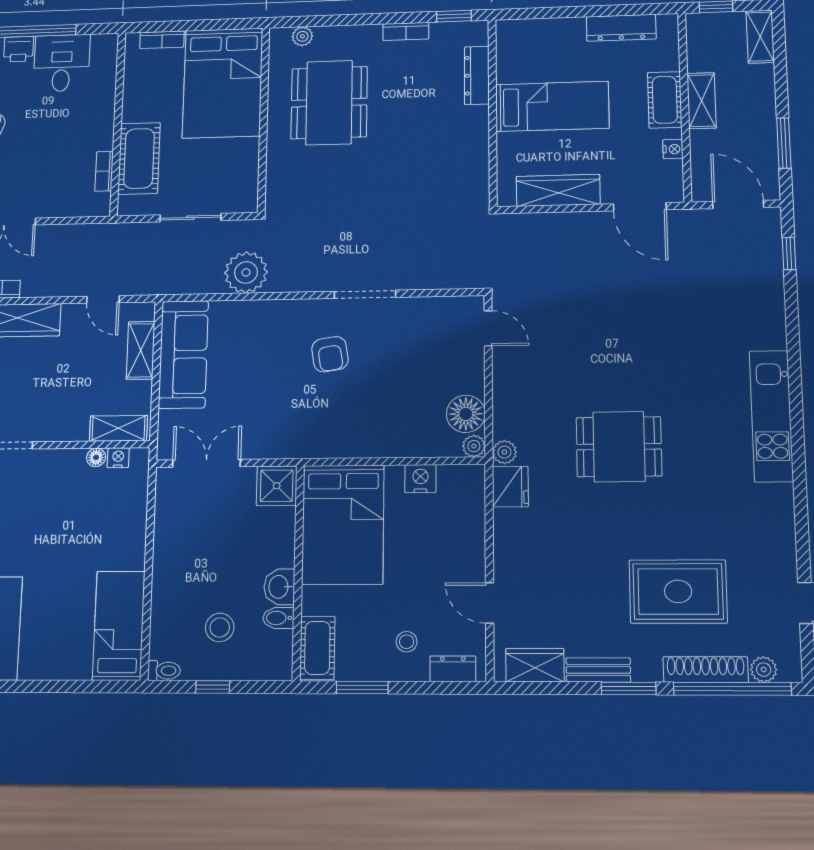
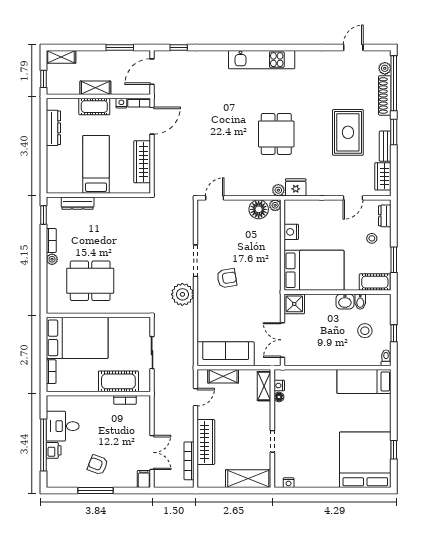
plant: (302, 36) -> (52, 259), moved
bookcase: (675, 182) -> (139, 103), added
plant: (246, 272) -> (182, 294), moved
rug: (678, 591) -> (348, 132), moved

